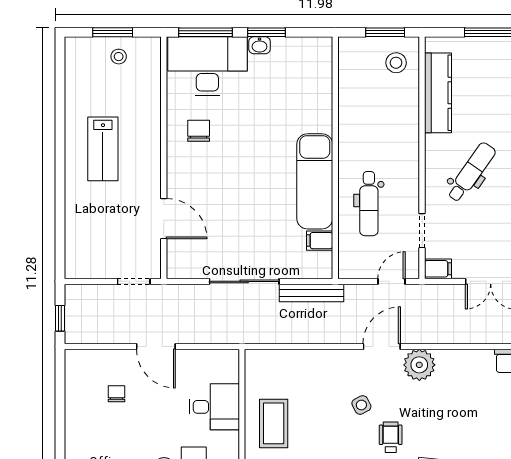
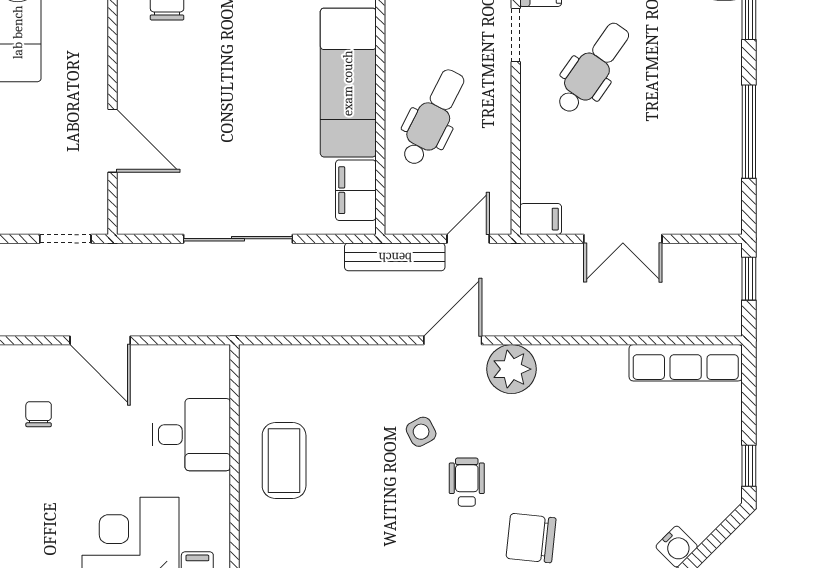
dental chair: (369, 204) -> (433, 117), turned -153
doorway: (422, 231) -> (516, 35), moved
filing cabinet: (320, 241) -> (356, 190), width x2.00
bench: (312, 293) -> (395, 257), moved

